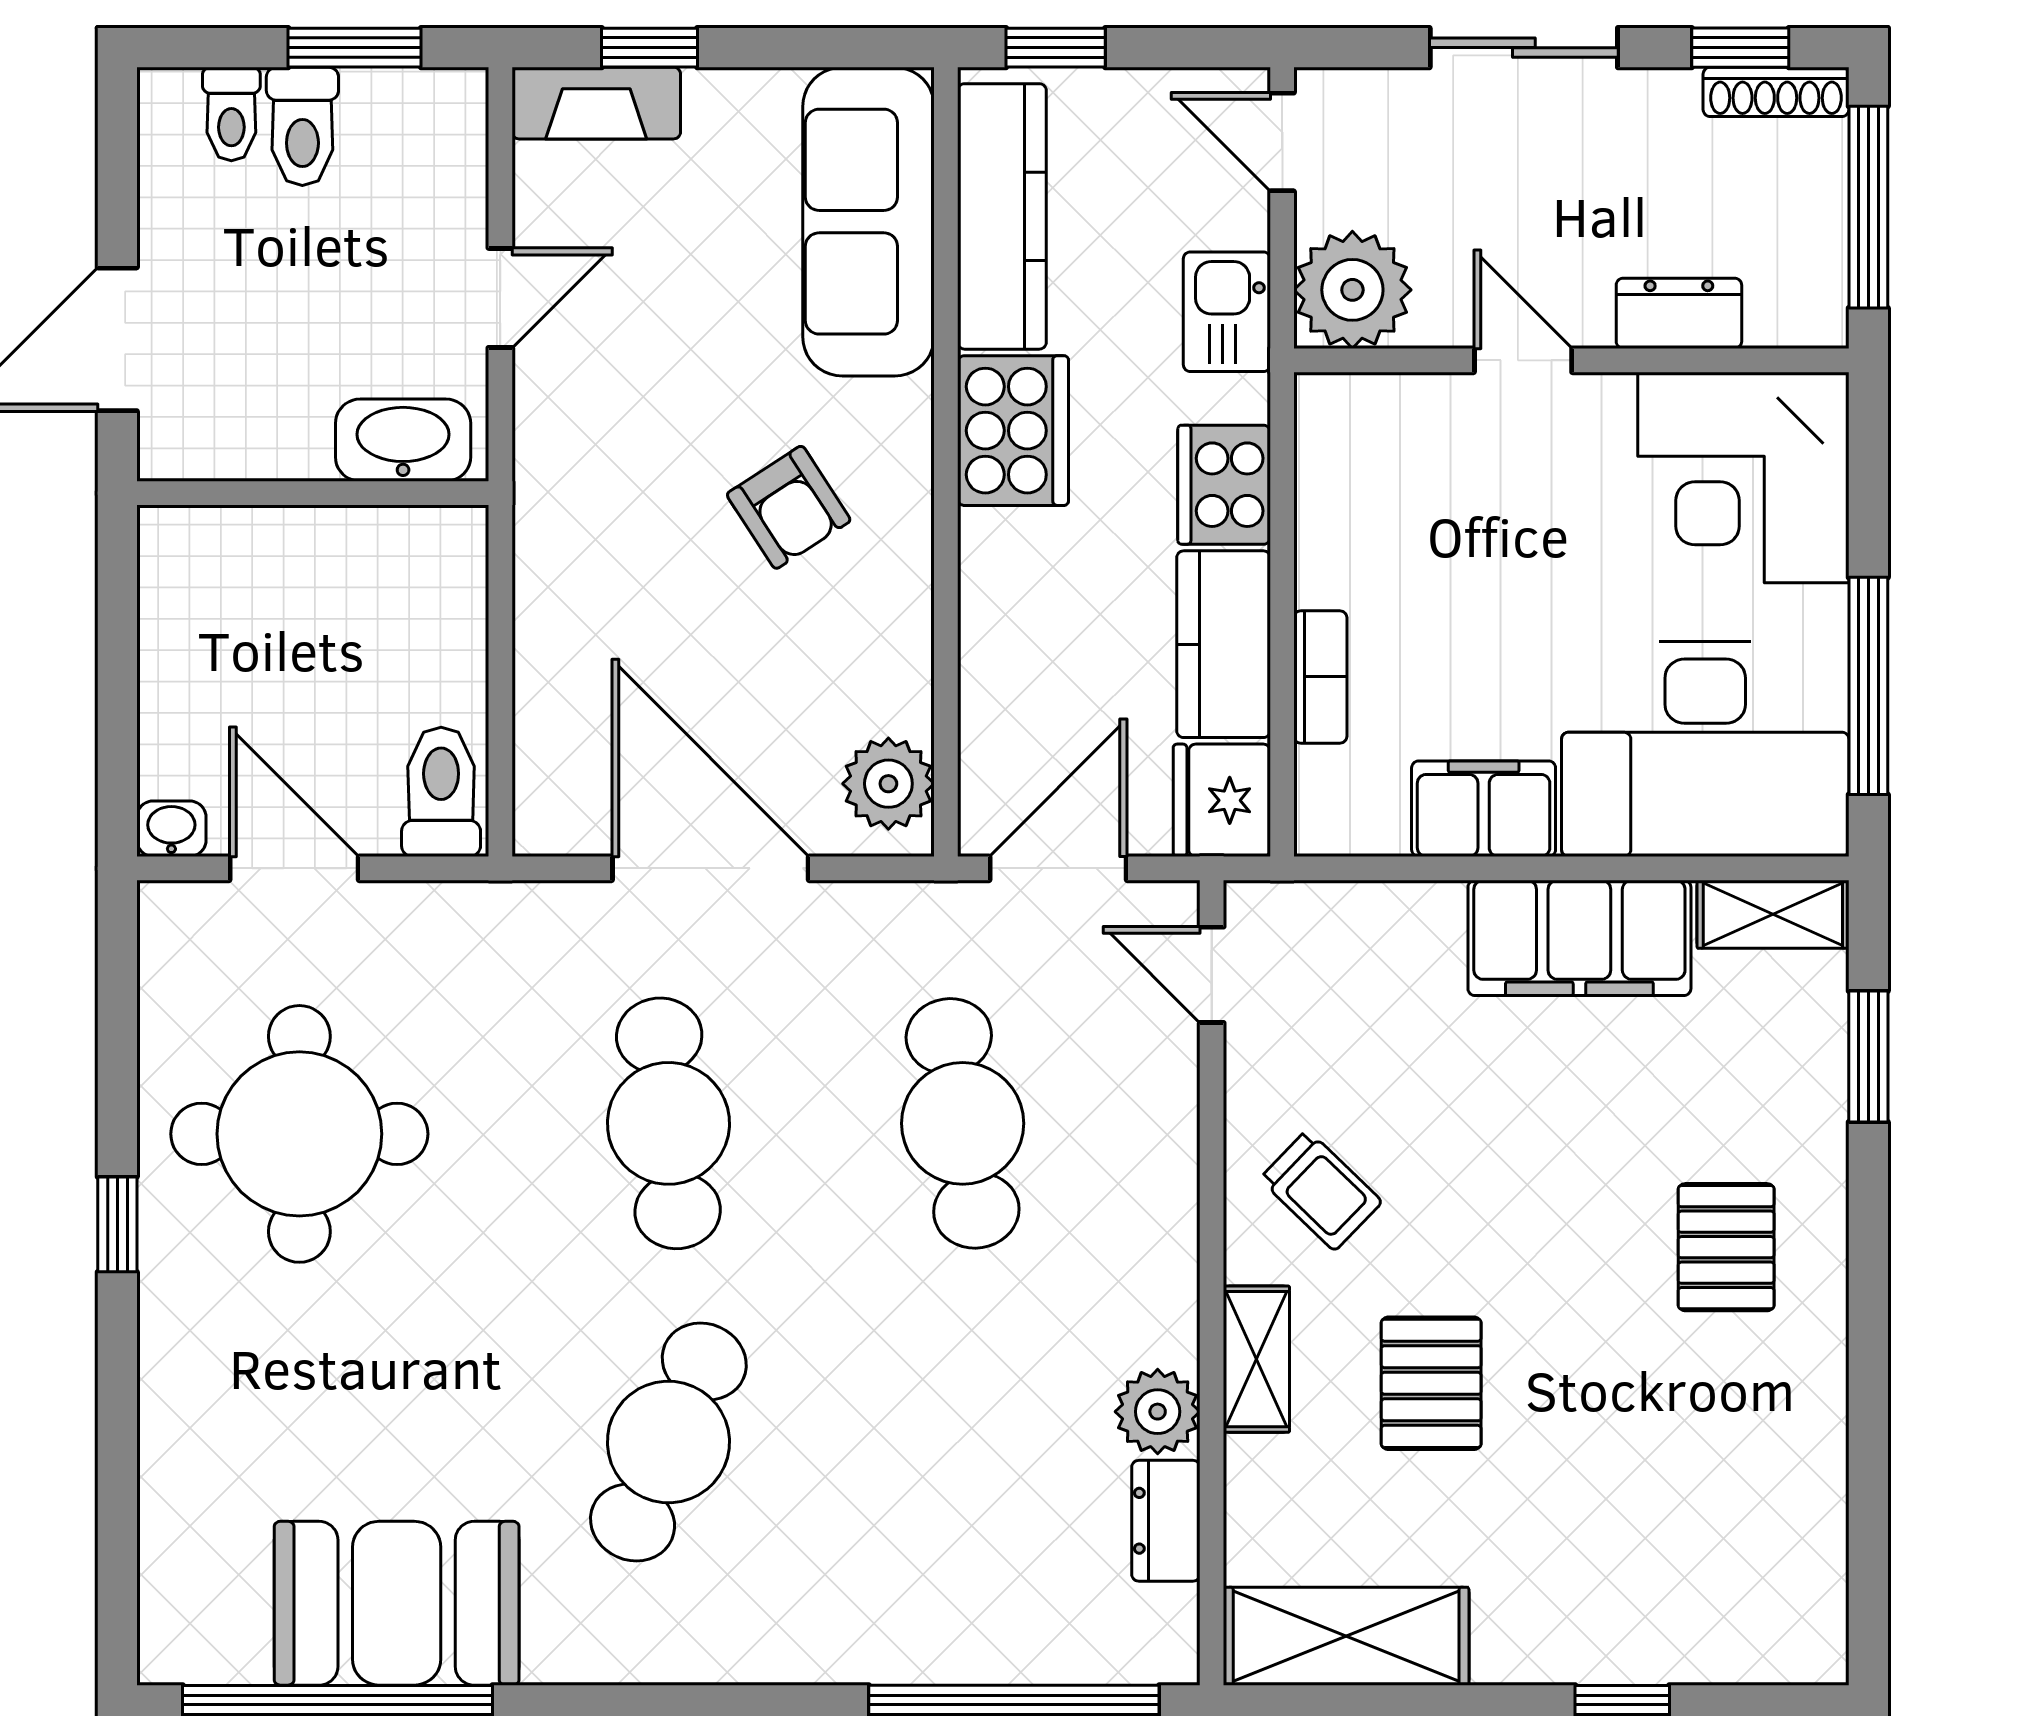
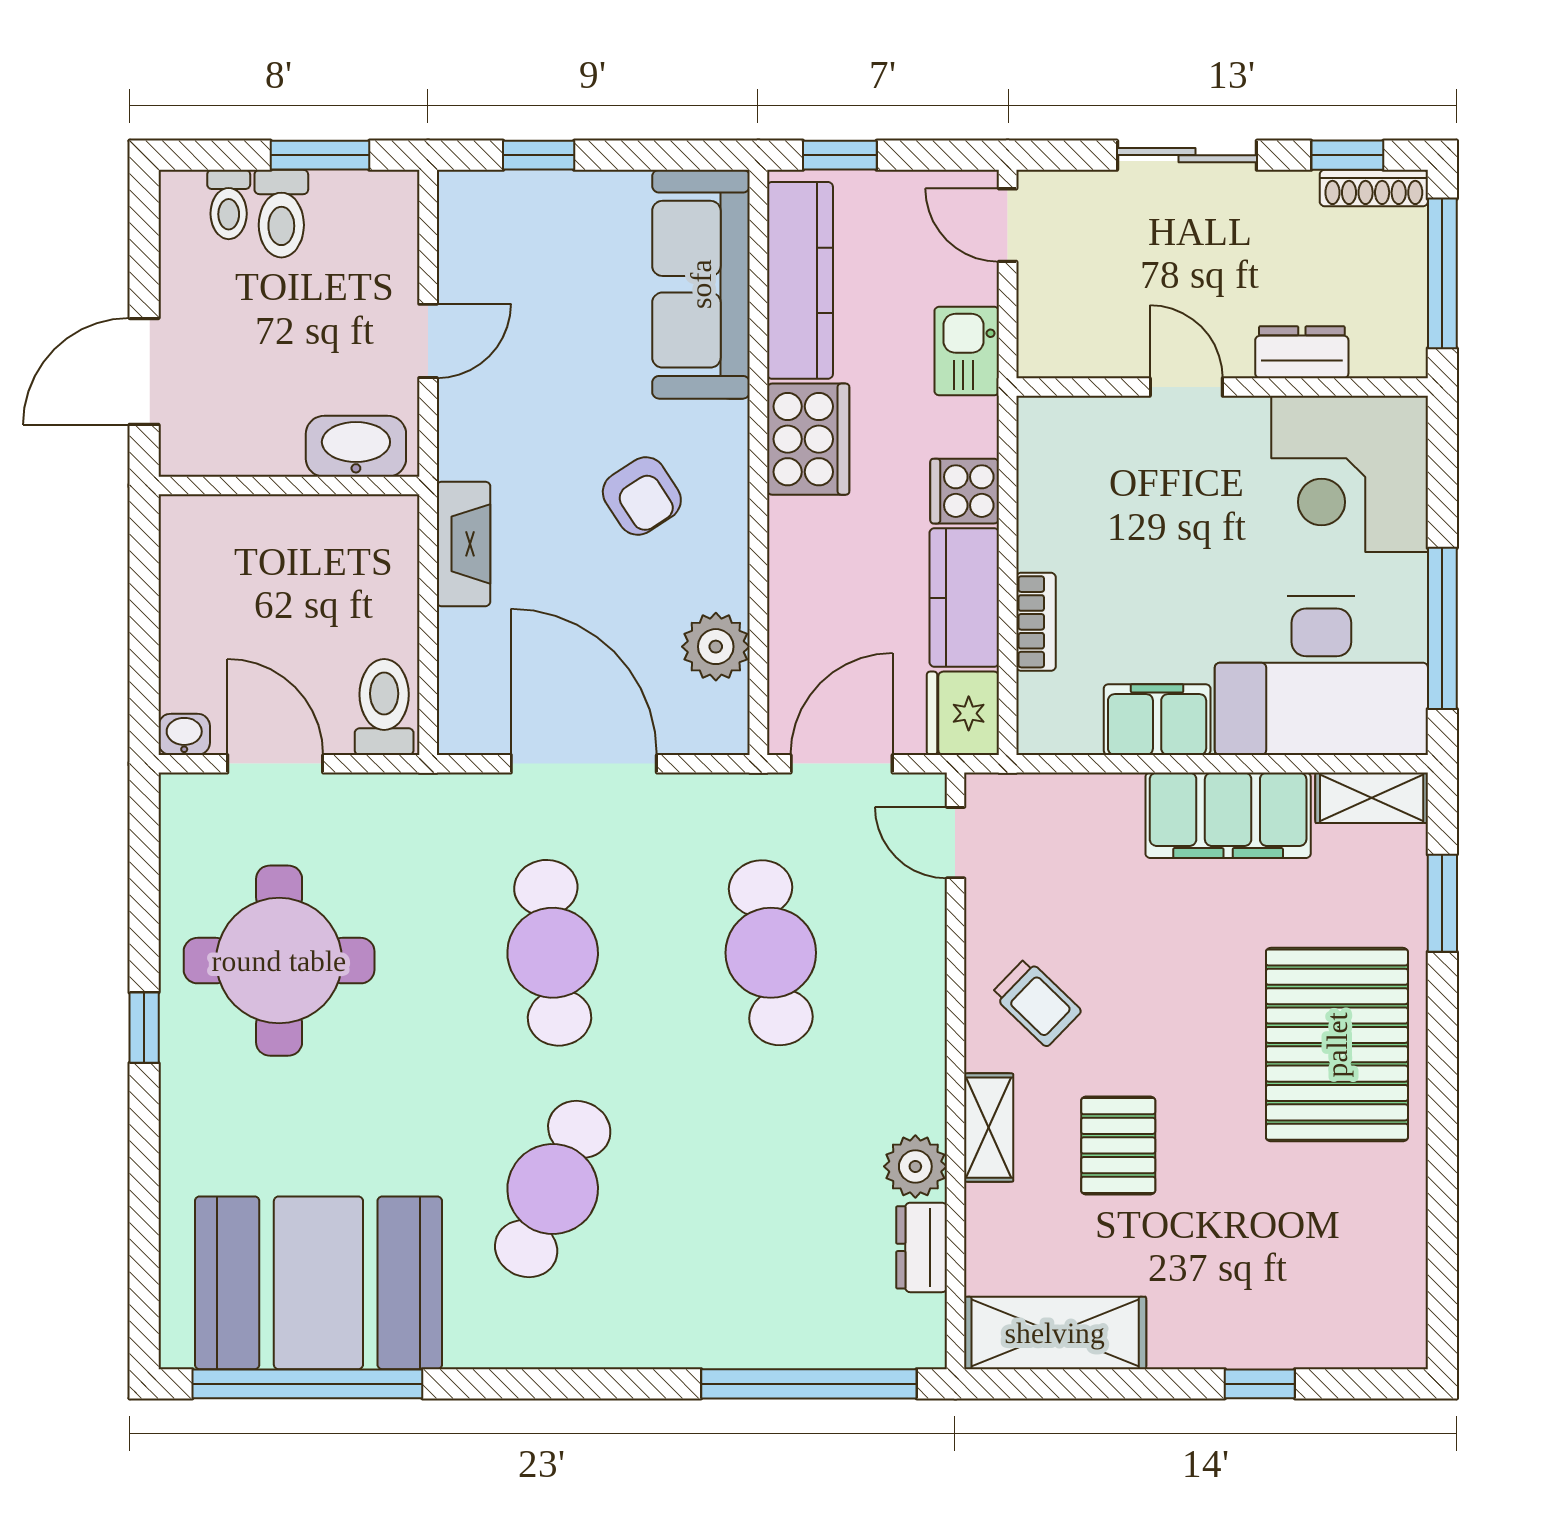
fireplace: (596, 103) -> (463, 544), moved, turned -90
plant: (1352, 290) -> (1060, 335), removed
cooker: (1224, 485) -> (965, 491), width x0.73
plant: (888, 784) -> (716, 647), moved
pallet: (1726, 1247) -> (1337, 1045), width x2.05, depth x2.00
booth: (397, 1603) -> (318, 1283), width x1.36, depth x1.42

